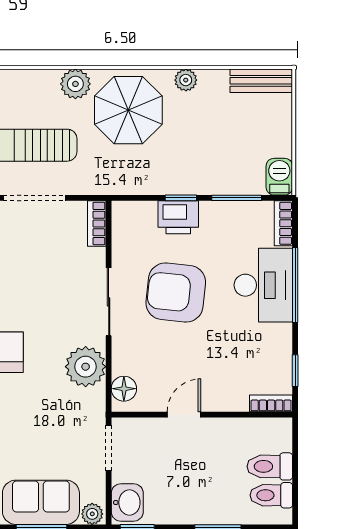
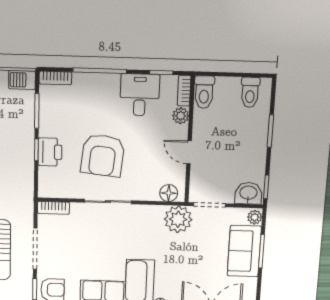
desk: (263, 285) -> (140, 95), moved, width x0.73
plant: (86, 367) -> (178, 219), moved
plant: (236, 400) -> (181, 116), added
toilet: (270, 466) -> (204, 92), moved

